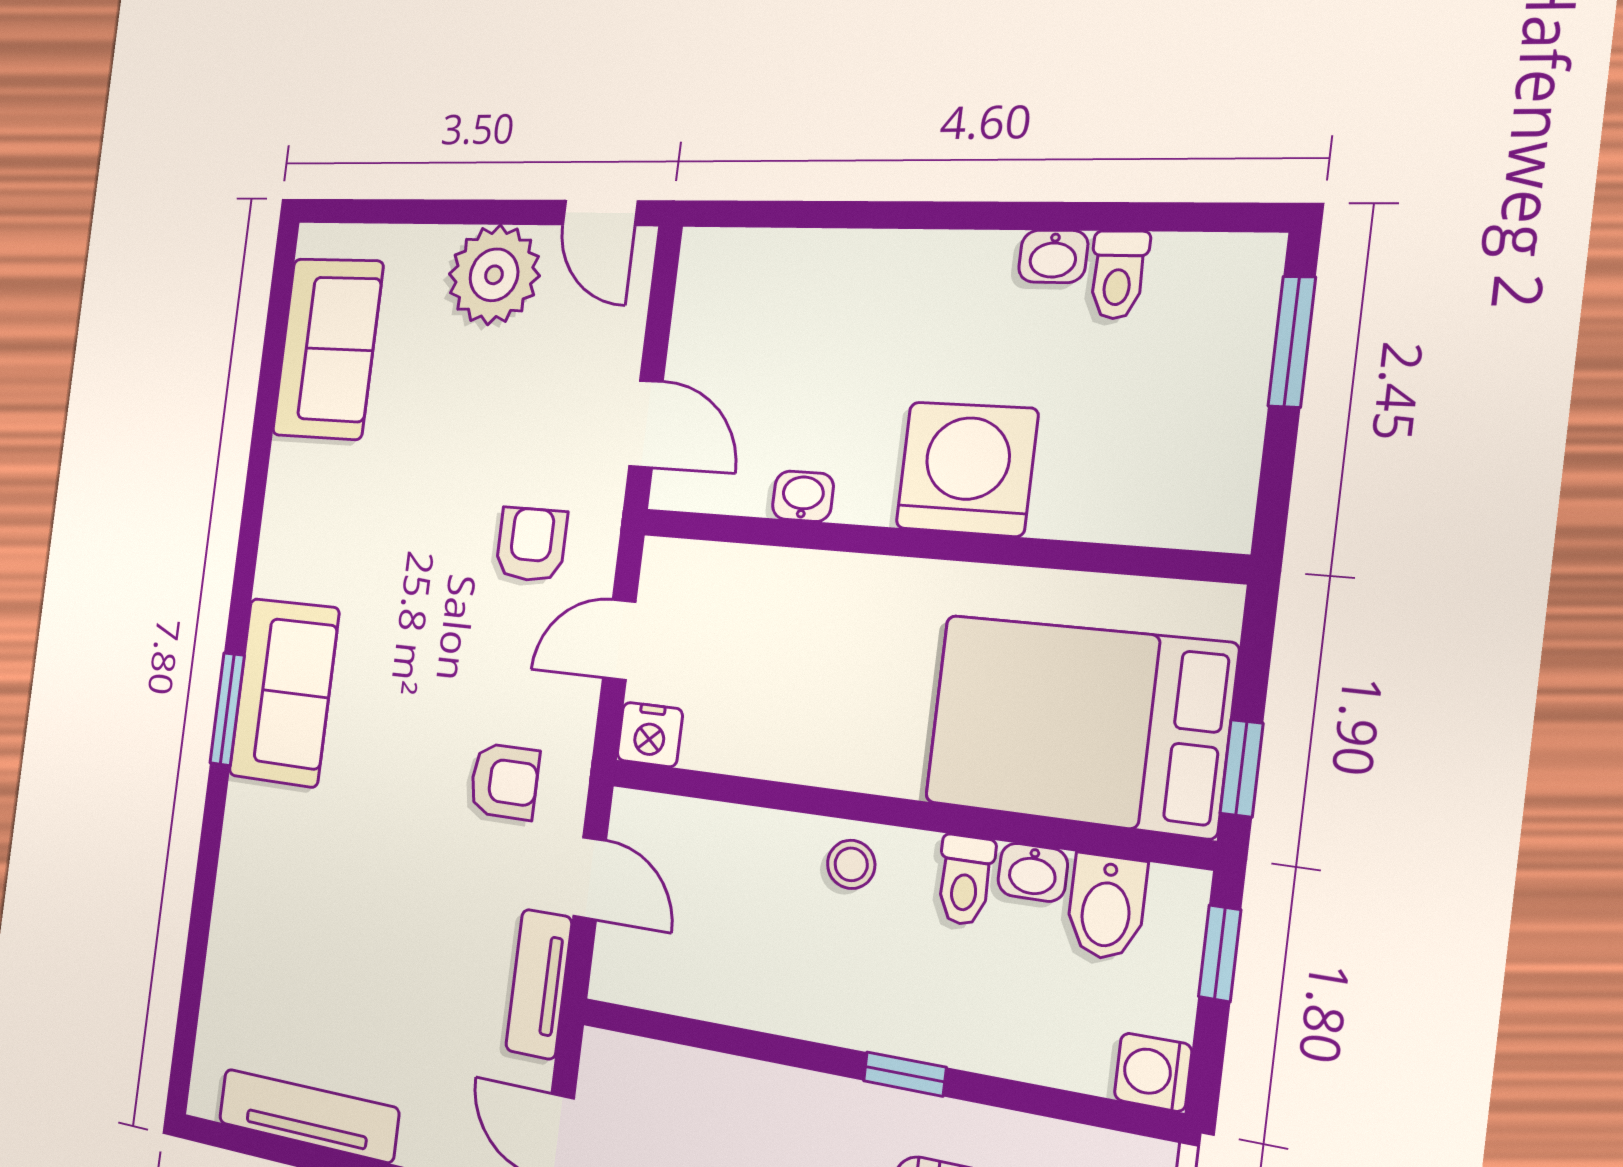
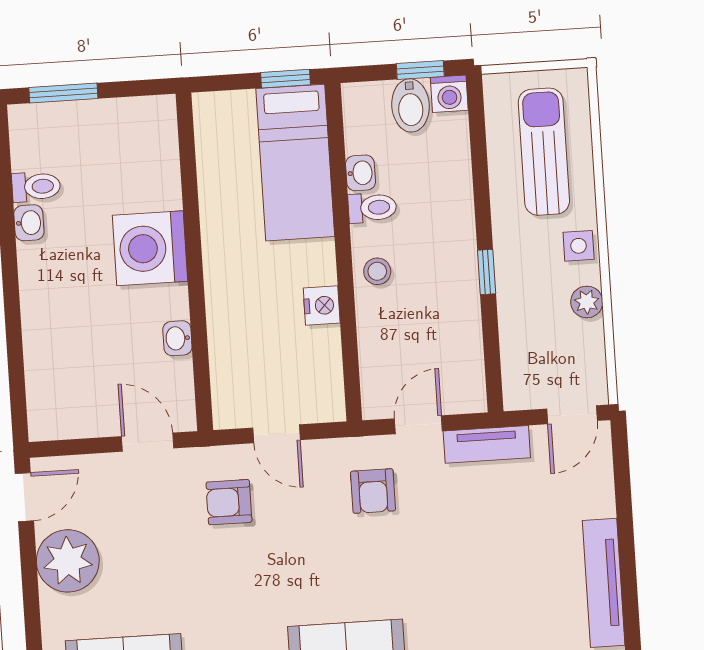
door: (646, 424) -> (148, 442), hinge flipped
bed: (1078, 724) -> (295, 163), width x0.67
nightstand: (650, 735) -> (322, 305), moved
armchair: (504, 781) -> (373, 491), turned 180
bidet: (1106, 907) -> (410, 105), moved, turned 90
window: (1220, 953) -> (420, 70), moved
window: (905, 1074) -> (487, 272), moved

